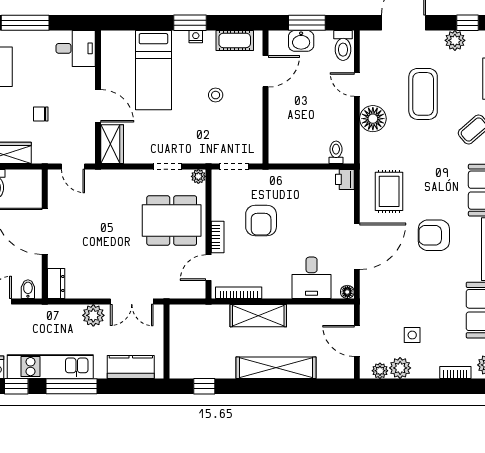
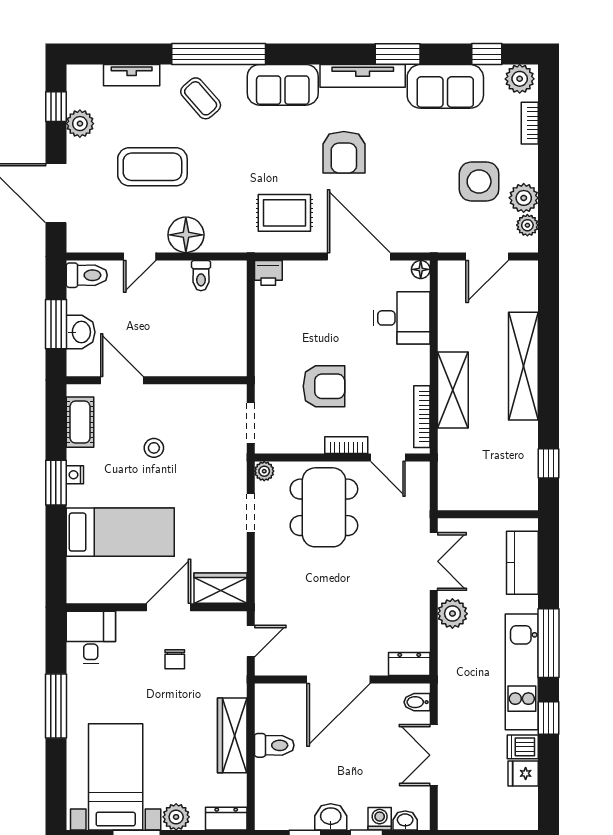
chair: (41, 114) -> (175, 659), moved
toilet: (336, 152) -> (201, 276), moved, turned -90
side table: (412, 335) -> (479, 182), width x1.87, depth x1.87

